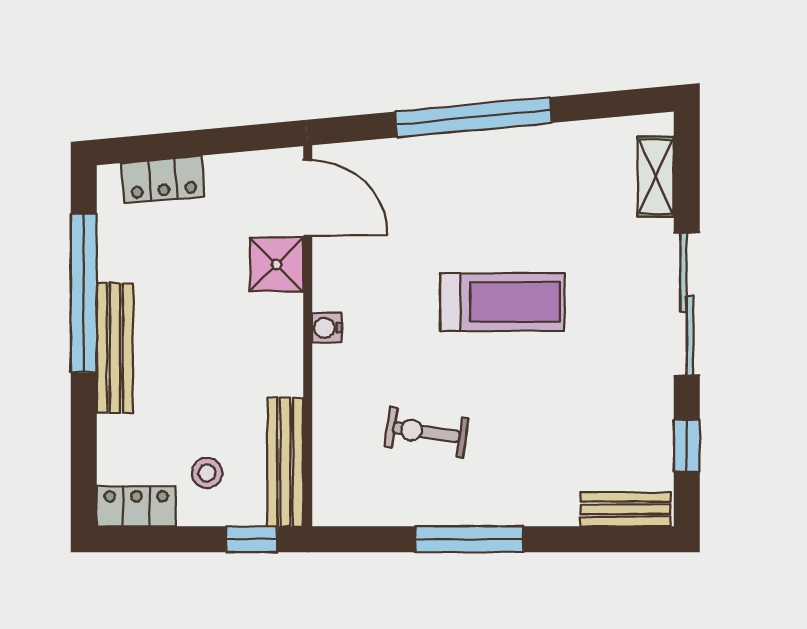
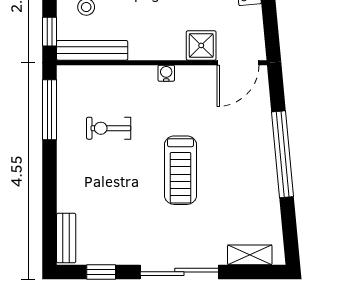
exercise bike: (426, 432) -> (109, 128), turned -98
window: (470, 539) -> (49, 110), moved

